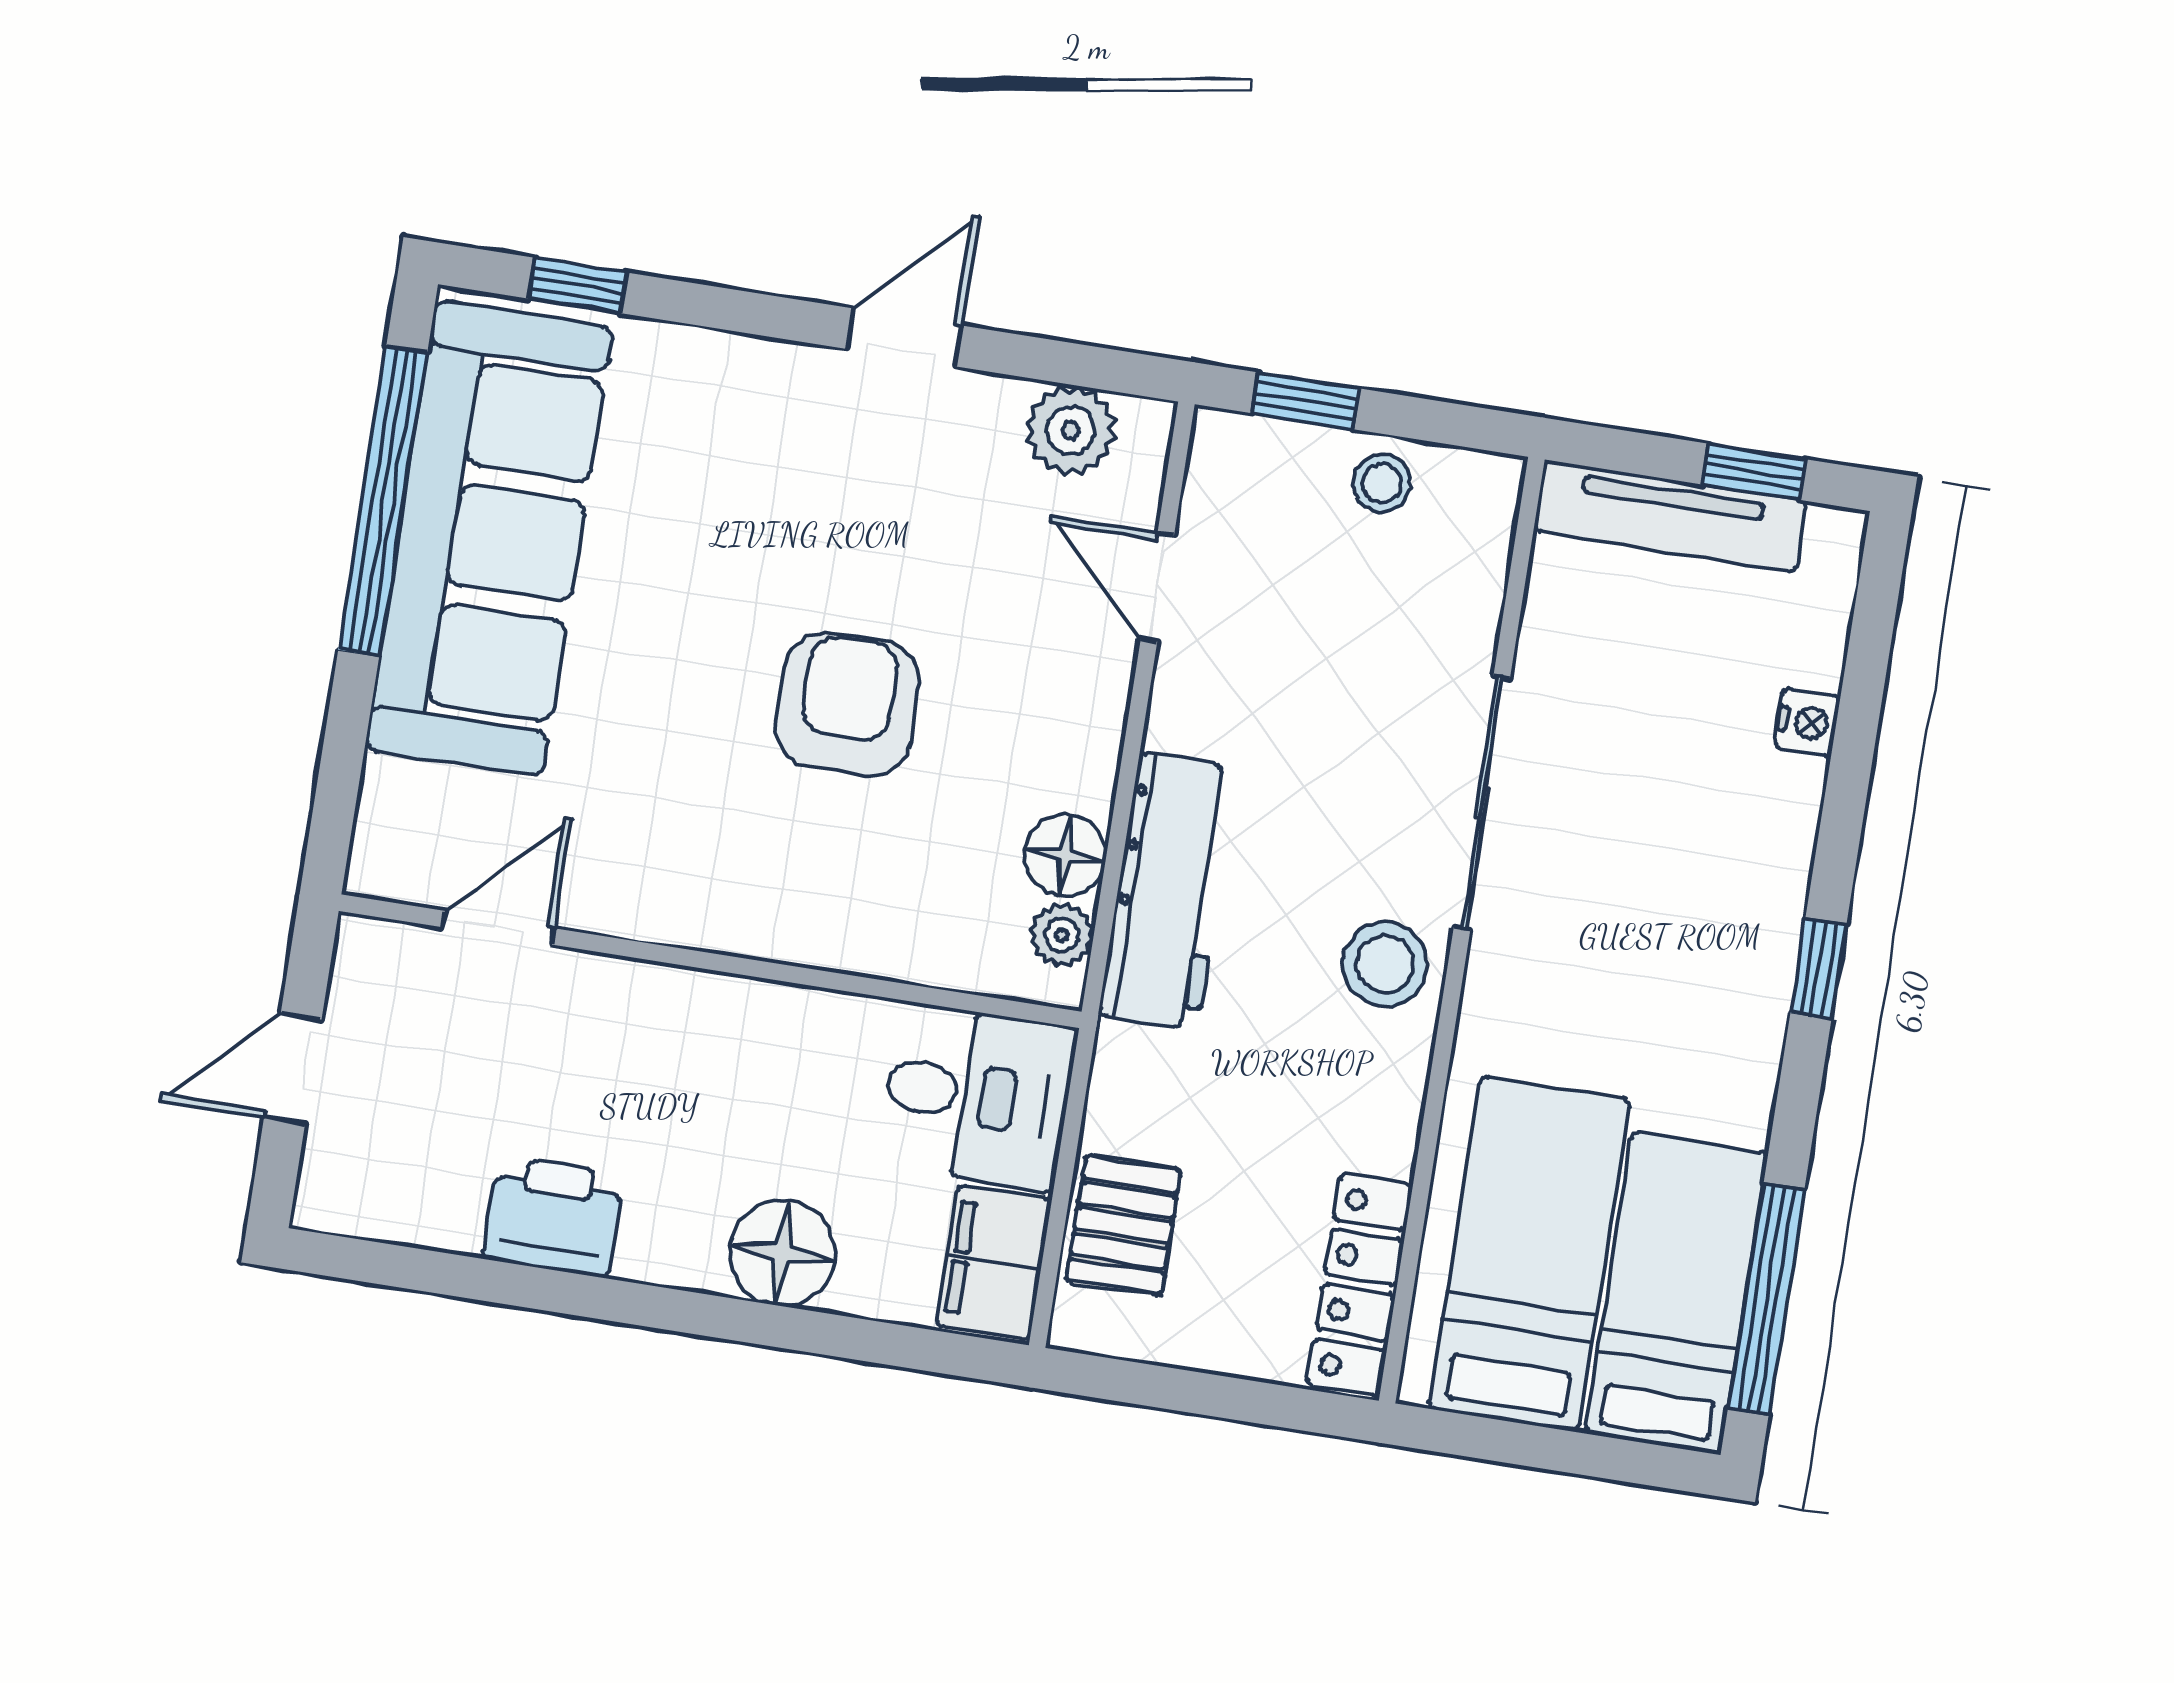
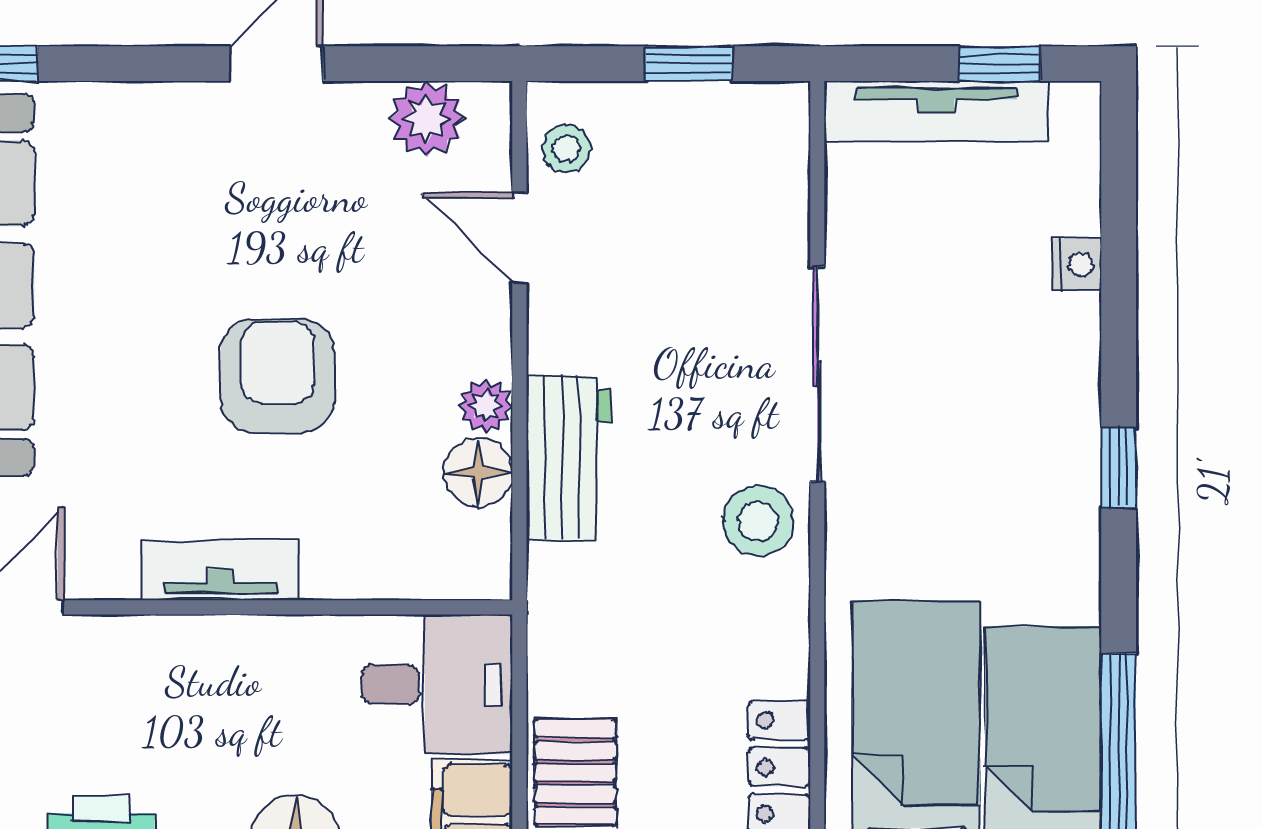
window: (1305, 401) -> (689, 64), moved
stool: (1382, 483) -> (567, 148), moved
workbench: (1168, 891) -> (569, 458), width x0.73
tv unit: (744, 922) -> (220, 570), added
plant: (1062, 935) -> (486, 406), moved

